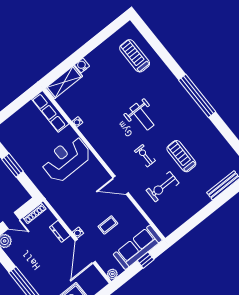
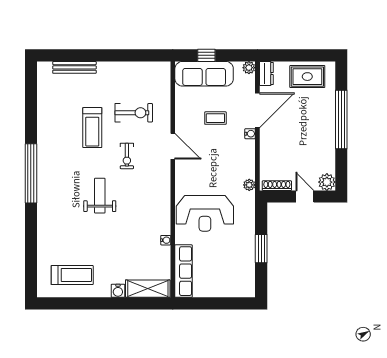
treadmill: (135, 56) -> (72, 275), moved, turned -90
plant: (52, 200) -> (249, 185), added
dresser: (60, 231) -> (266, 74), moved

